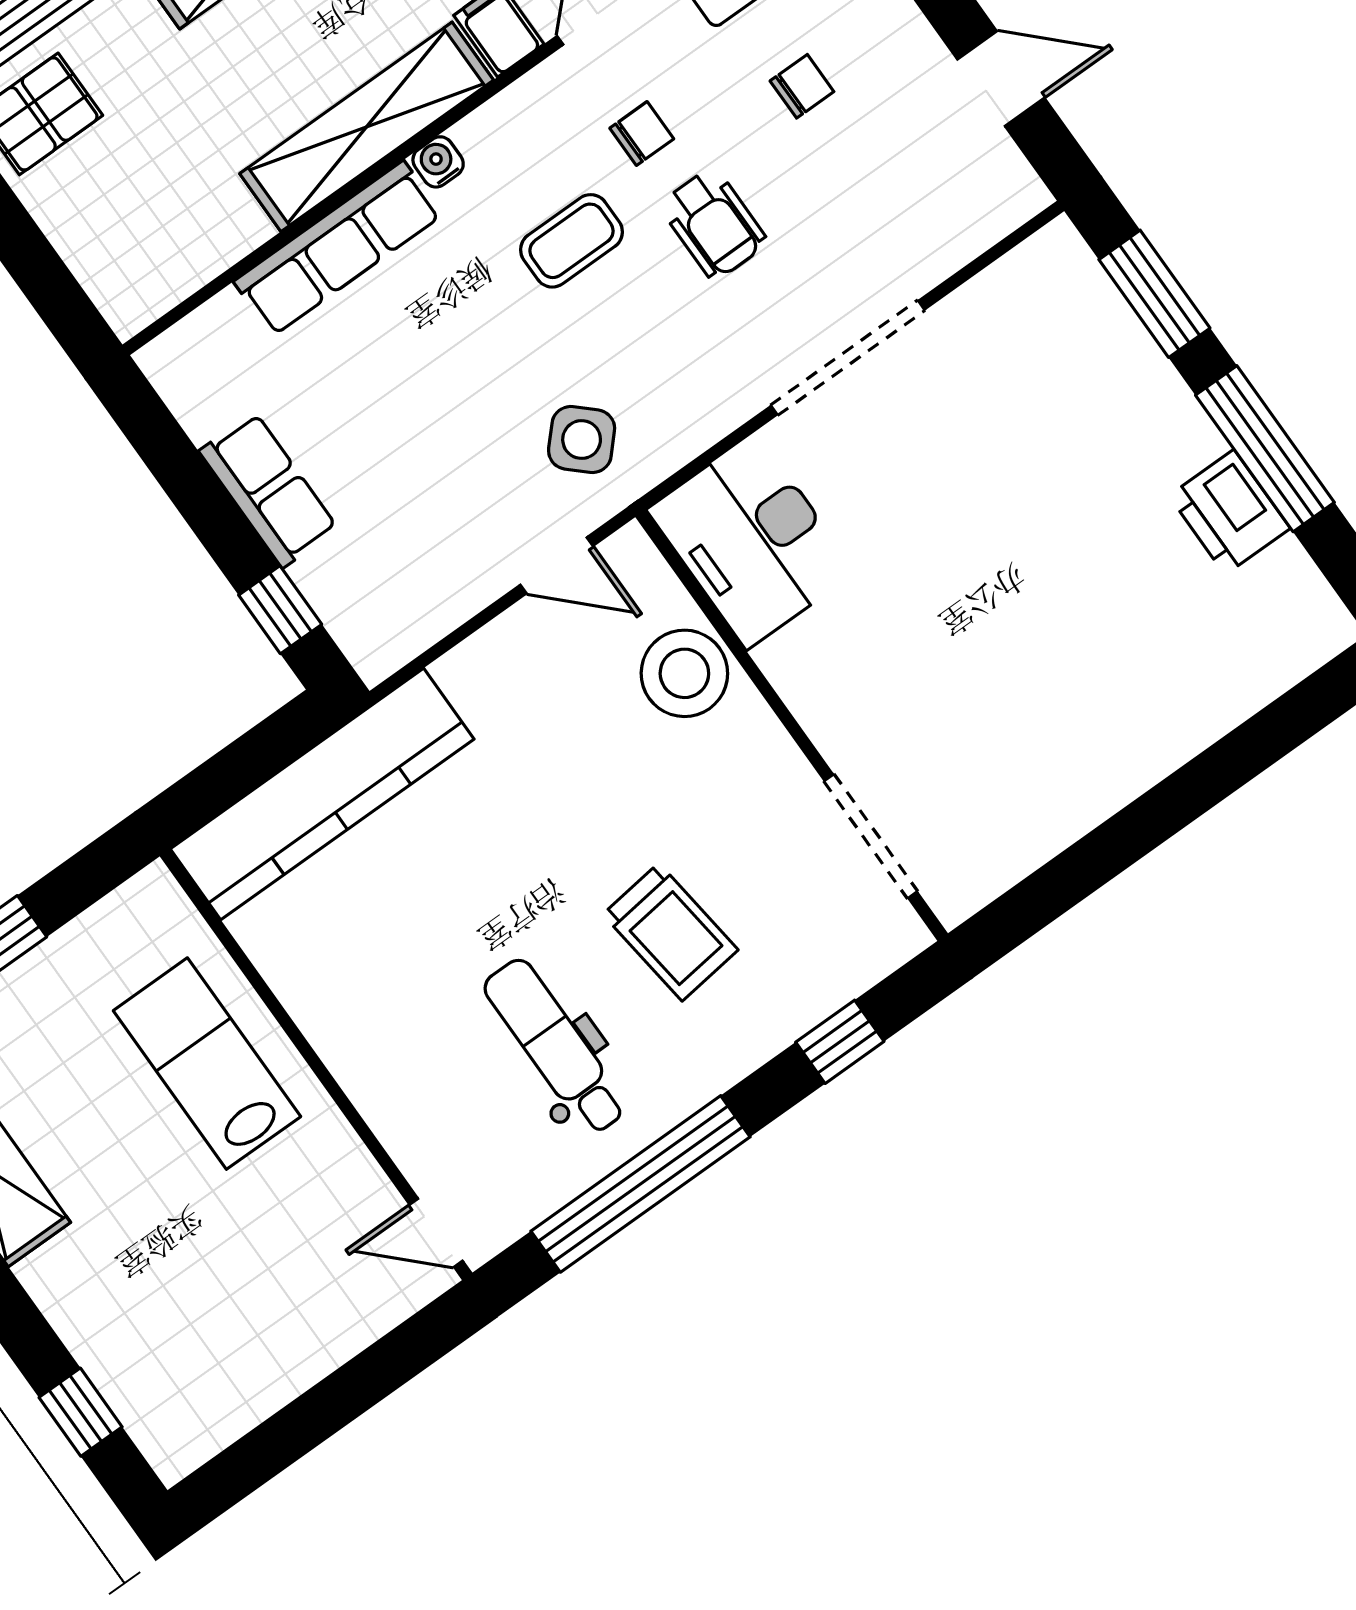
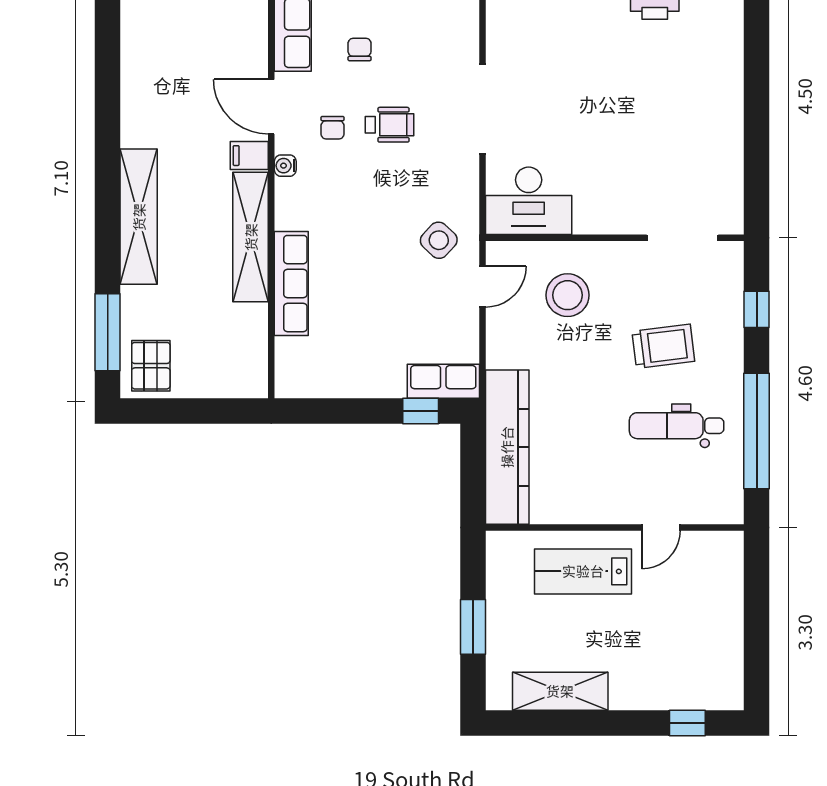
chair: (642, 134) -> (332, 128), turned 180
water cooler: (438, 162) -> (285, 166), moved
coffee table: (572, 241) -> (356, 187), removed
row of seats: (268, 490) -> (443, 381), moved
stool: (684, 673) -> (568, 295), moved
door: (436, 1233) -> (661, 528), moved

